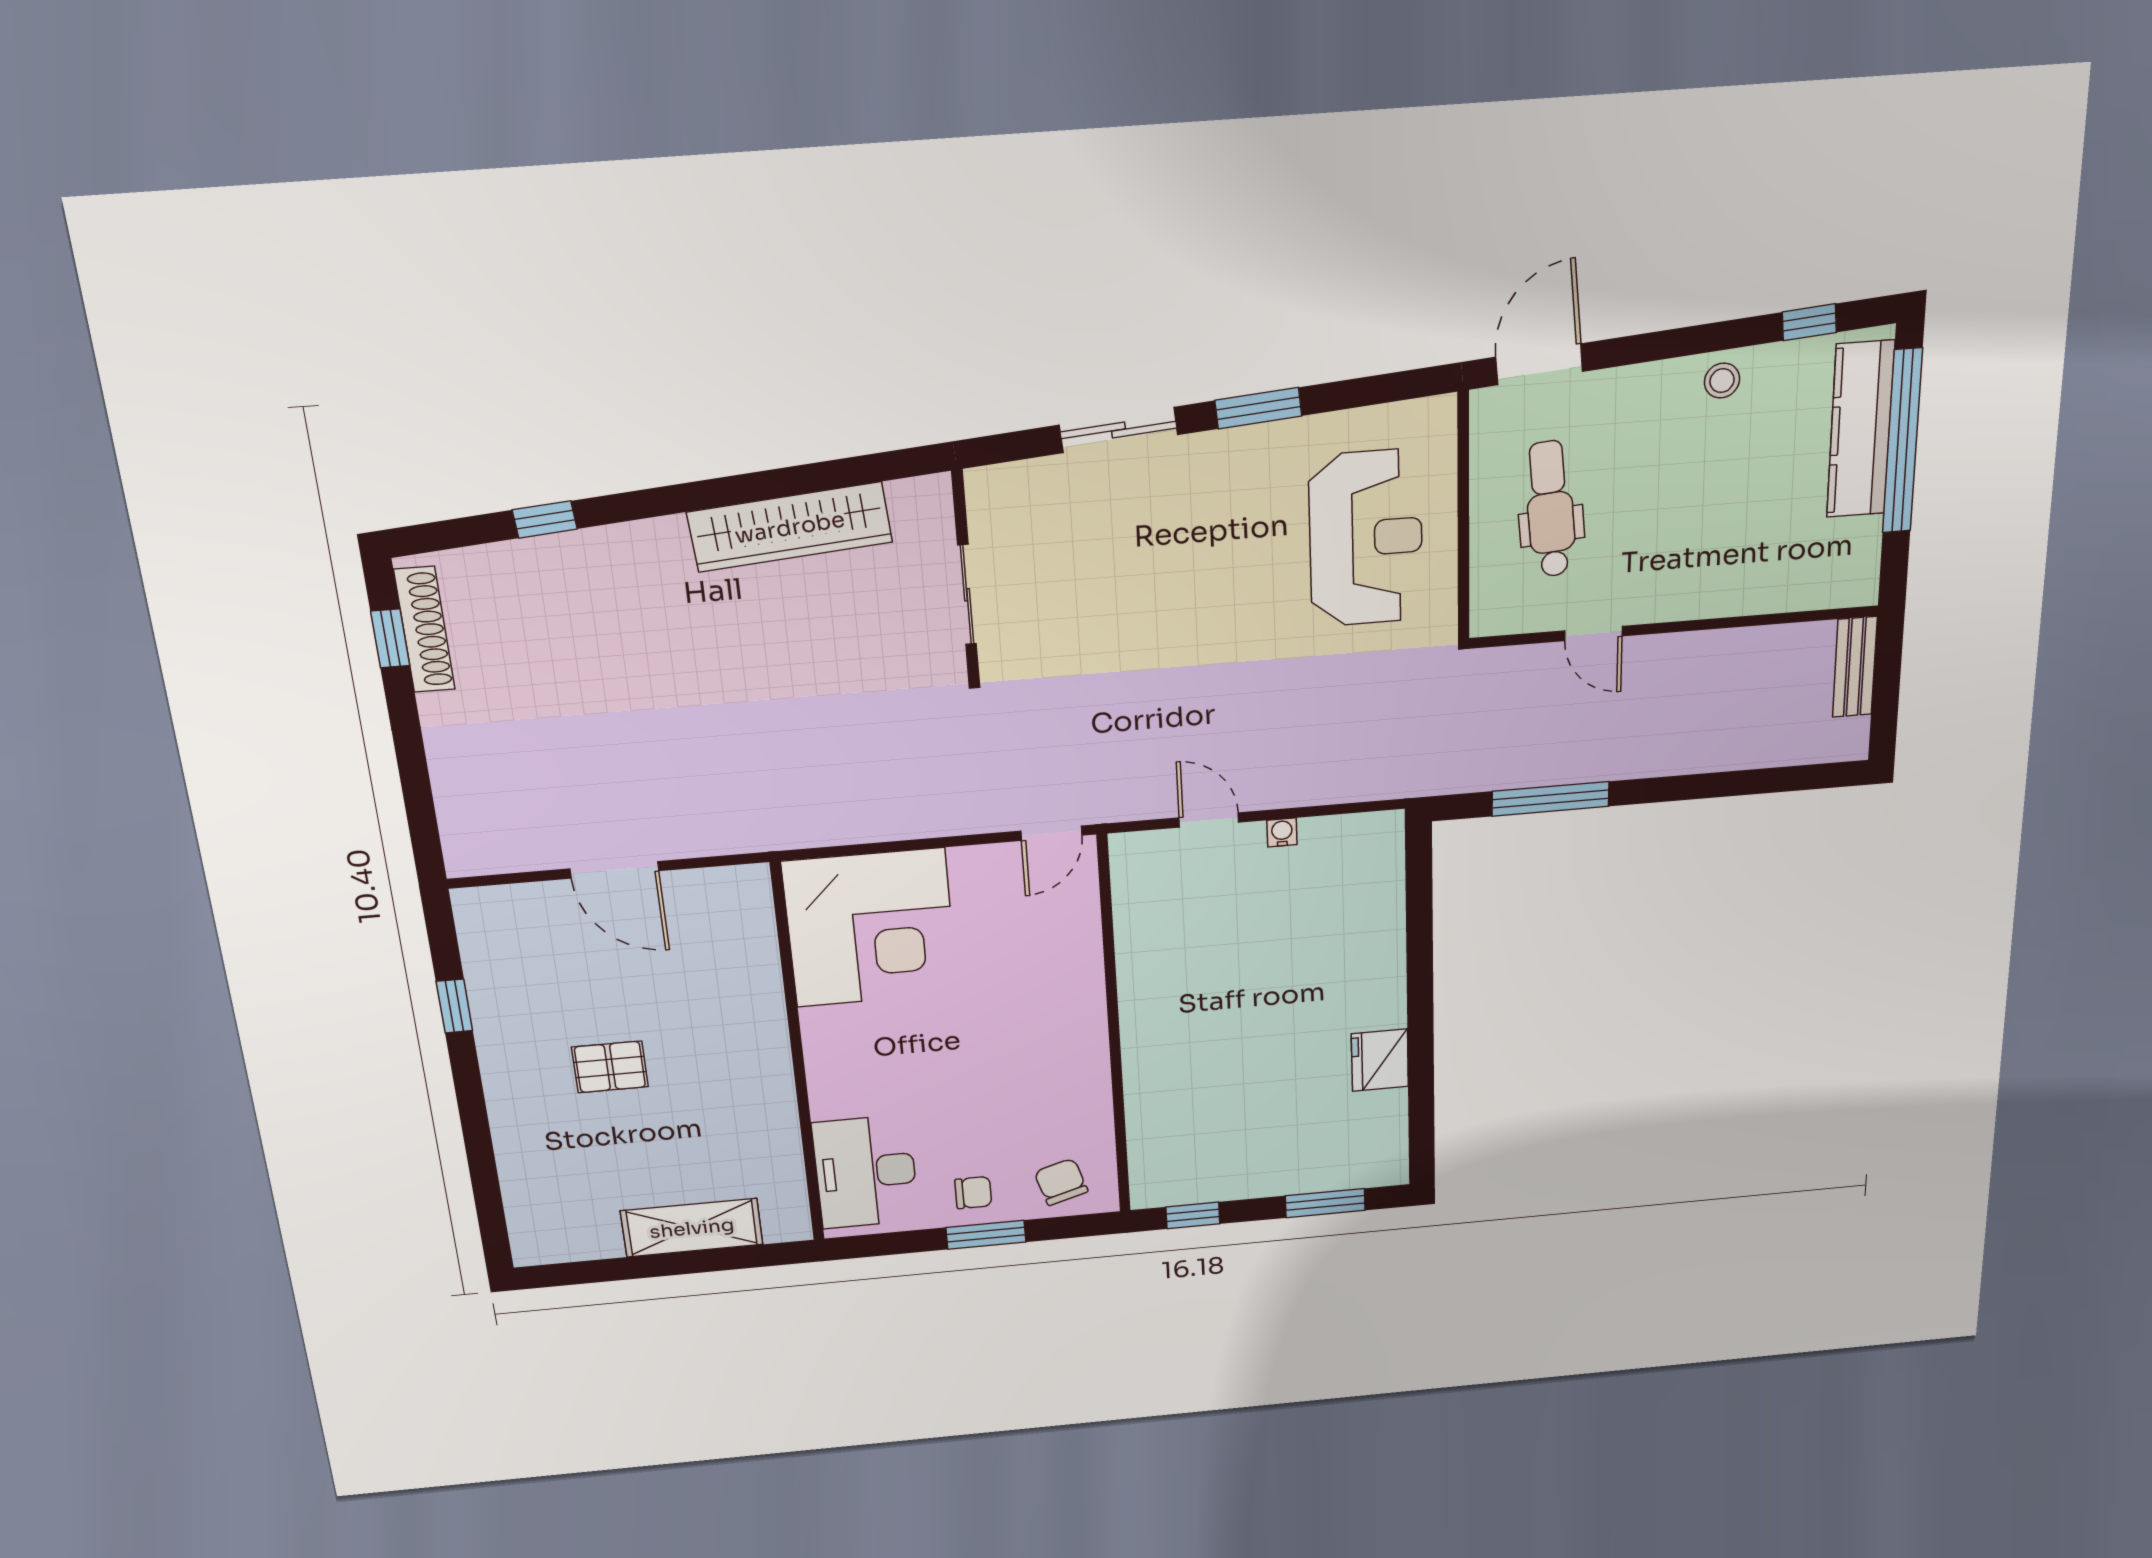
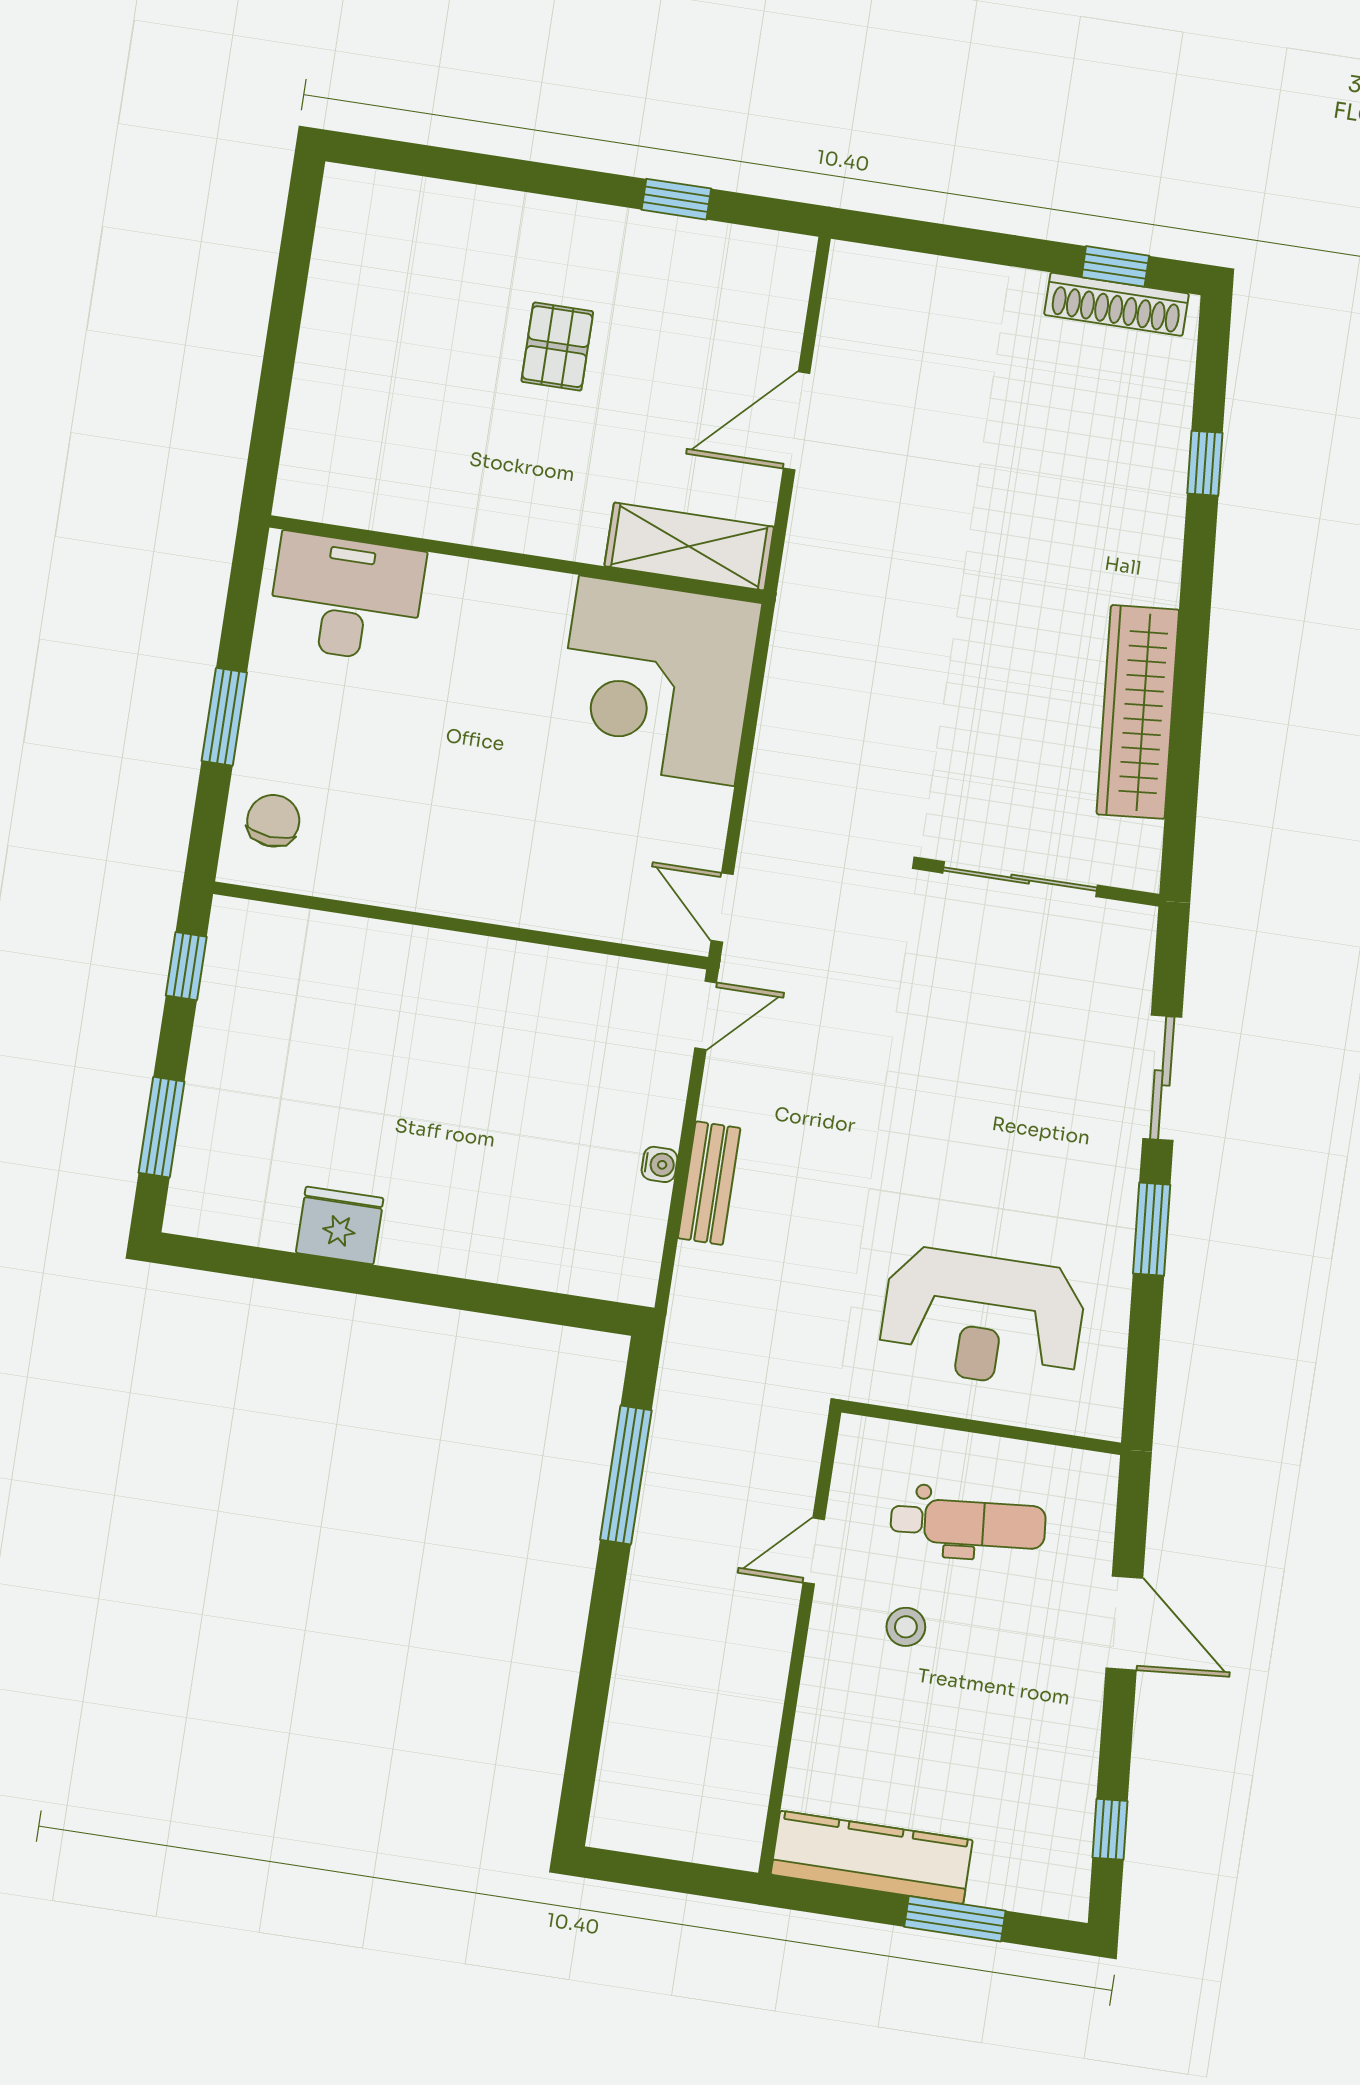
door: (1539, 364) -> (1124, 1623), moved
stool: (1722, 381) -> (906, 1627), moved
kitchen counter: (1861, 429) -> (872, 1857), moved
window: (1902, 441) -> (955, 1919), width x0.47
sliding door: (967, 595) -> (1020, 879), width x1.37
bench: (1855, 667) -> (709, 1183), moved, turned 90
door: (1209, 820) -> (706, 1015), moved
chair: (1061, 1182) -> (273, 821), turned -69
chair: (973, 1193) -> (286, 715), removed
shelving: (692, 1228) -> (689, 546), moved, turned 90

